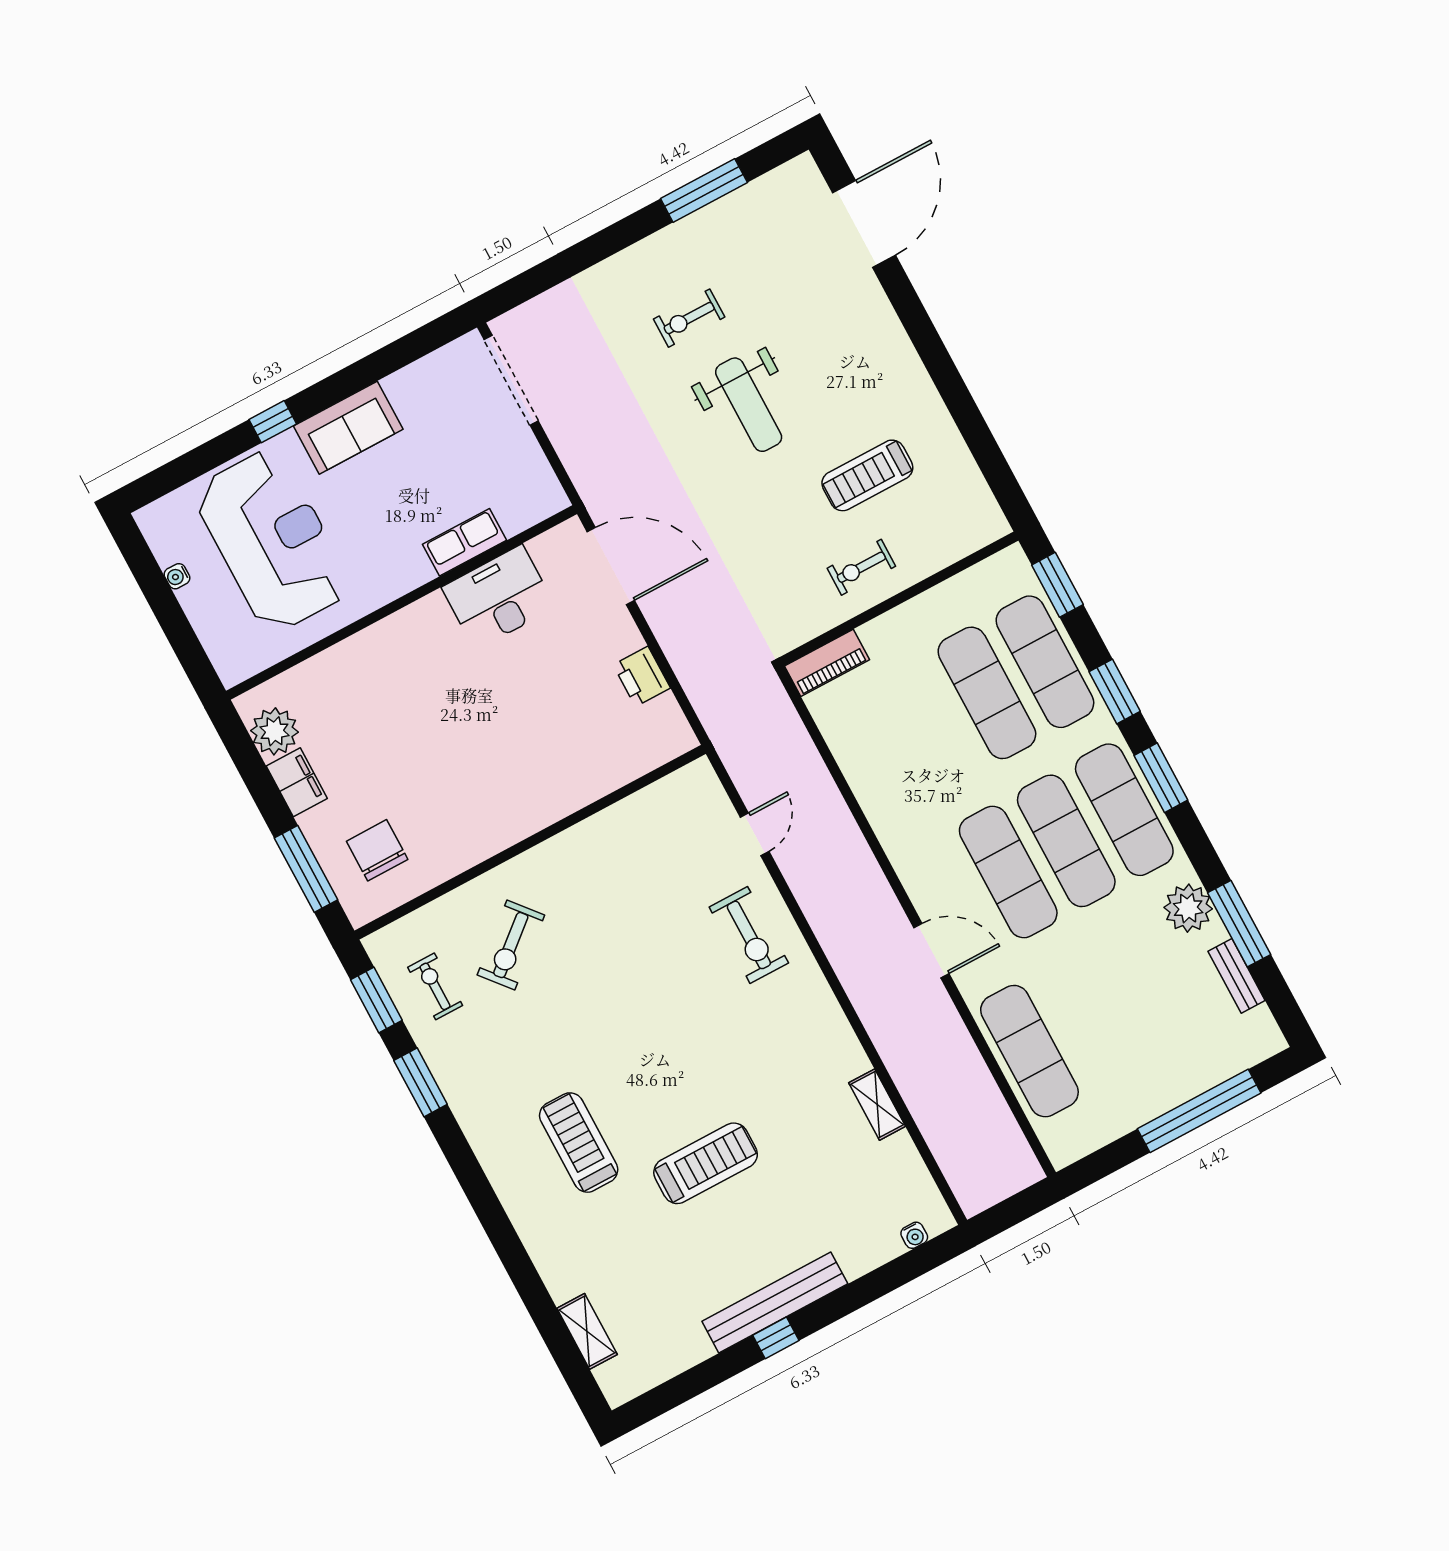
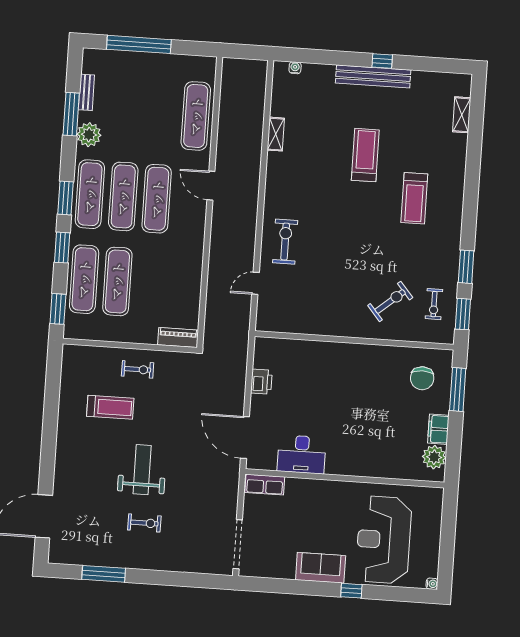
row of seats: (465, 542) -> (265, 485), moved
water cooler: (177, 576) -> (432, 584), moved
treadmill: (706, 1163) -> (365, 155), turned 90

